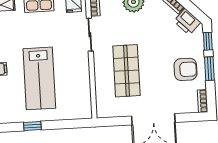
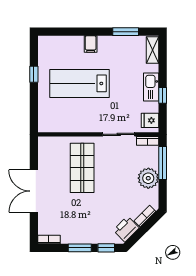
armchair: (185, 69) -> (80, 225), removed
shop shelf: (126, 71) -> (82, 168), turned 90

